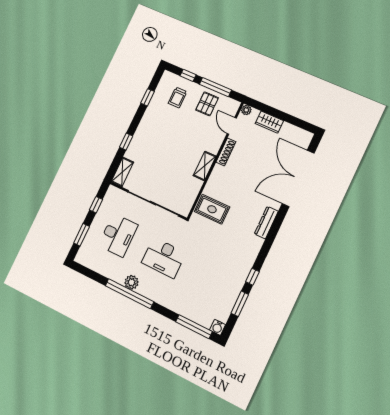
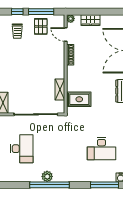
shelving: (205, 166) -> (60, 89), moved
desk: (164, 258) -> (101, 149), moved

